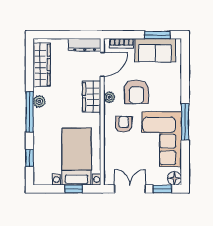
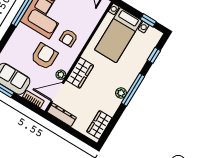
wardrobe: (42, 65) -> (99, 125), width x0.67
plant: (109, 97) -> (61, 75), moved
window: (74, 189) -> (148, 20), moved

